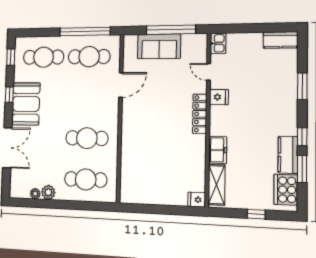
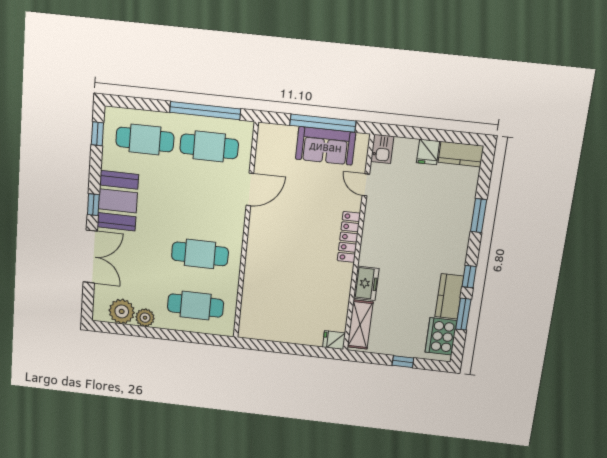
sofa: (159, 46) -> (326, 146), moved
window: (9, 95) -> (93, 205), moved
fridge: (219, 97) -> (428, 152), moved, turned 90
plant: (35, 194) -> (122, 311), width x1.87, depth x1.87

